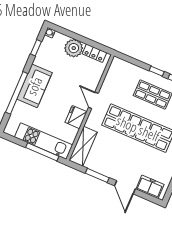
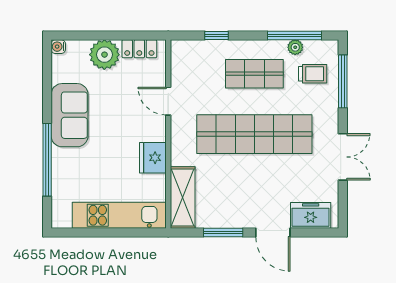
window: (36, 48) -> (47, 79), removed
window: (157, 71) -> (216, 35), moved
sofa: (34, 86) -> (70, 115), moved
door: (93, 100) -> (168, 101), moved
window: (42, 152) -> (124, 233), removed

